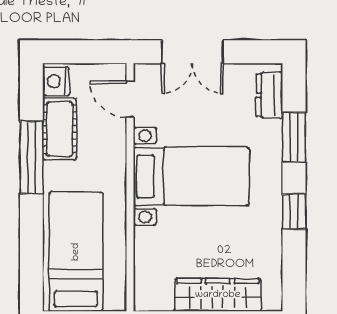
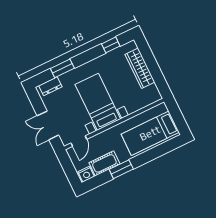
double door: (192, 52) -> (48, 125), swing flipped
window: (31, 157) -> (121, 169), width x0.69
window: (294, 212) -> (111, 45), moved

